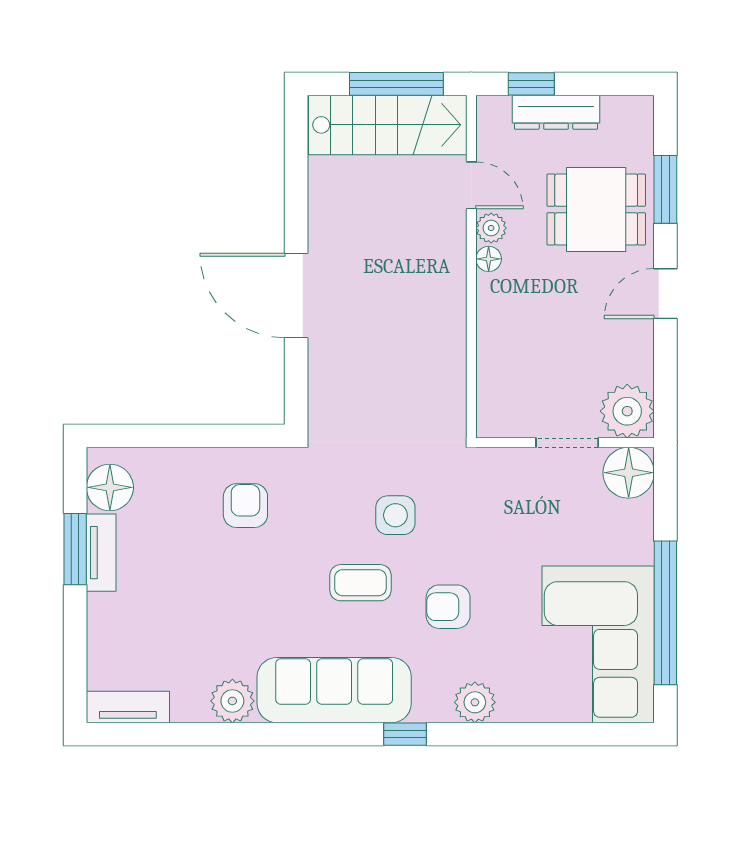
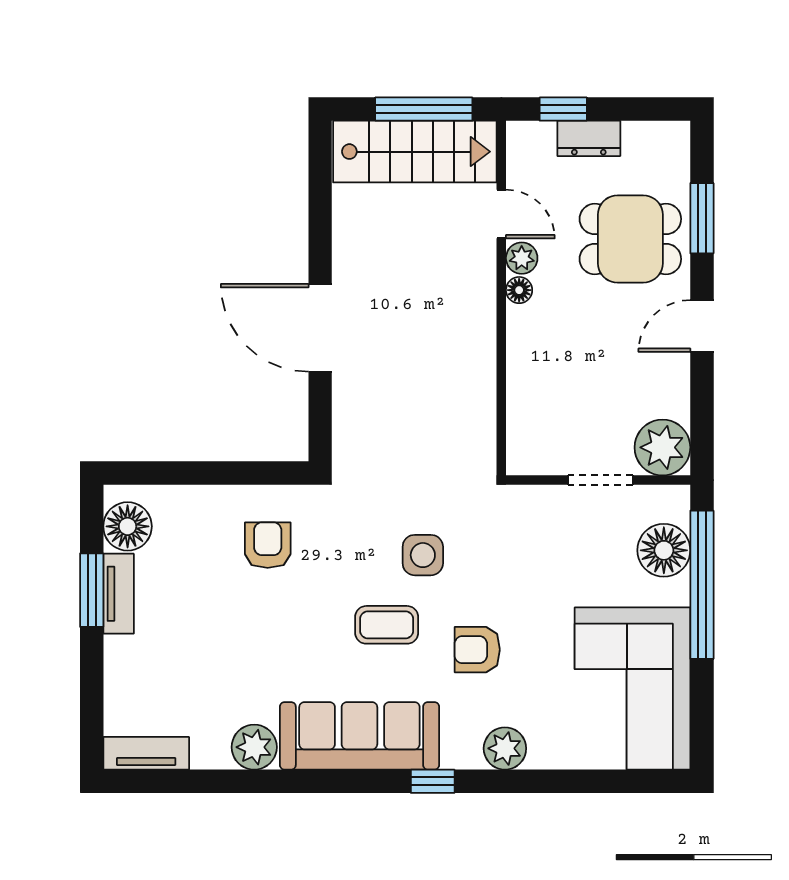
dresser: (556, 112) -> (589, 138), width x0.70
floor lamp: (629, 473) -> (664, 550), moved
window: (665, 613) -> (702, 585), moved

